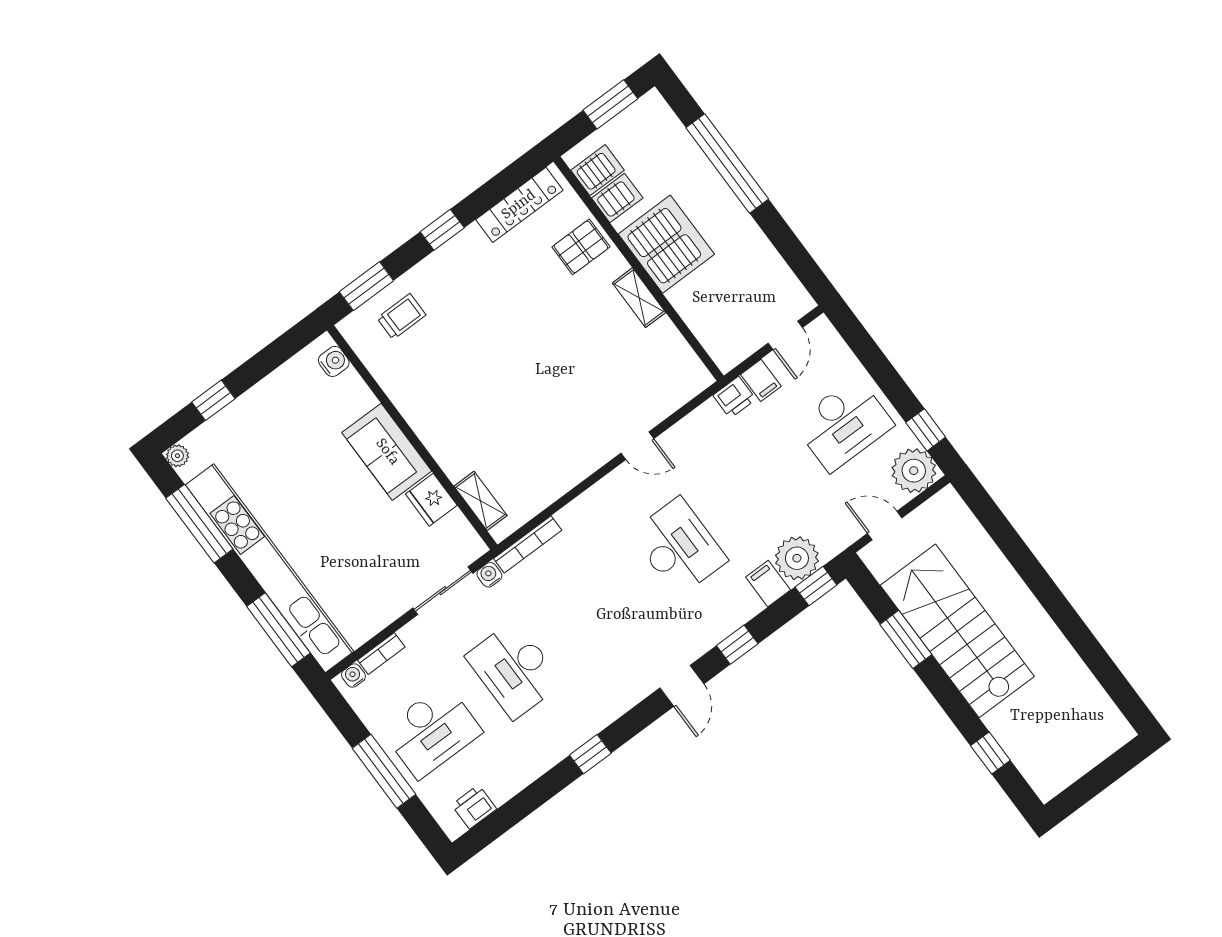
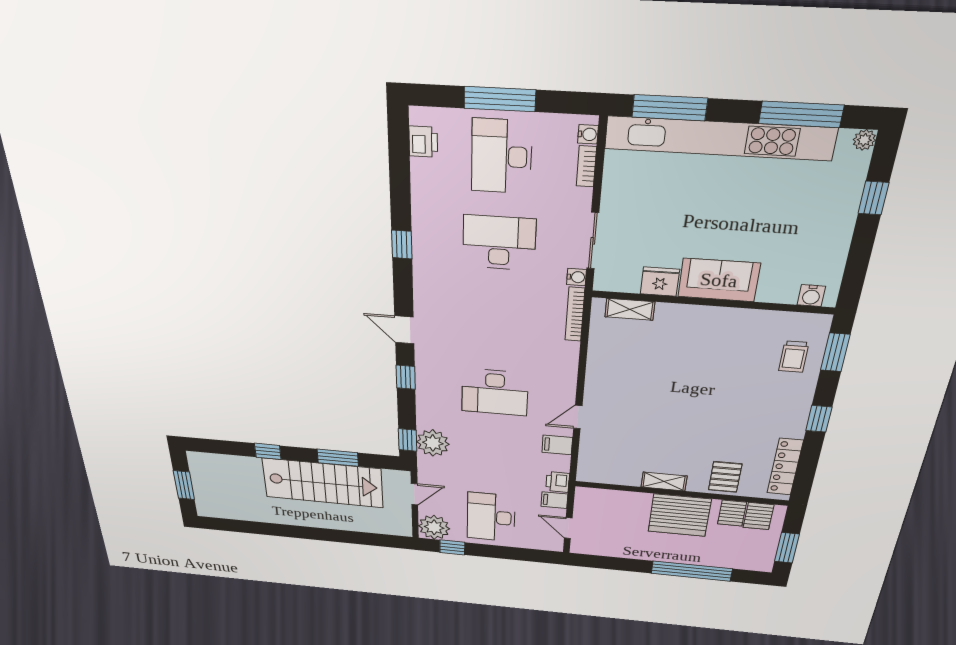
filing cabinet: (768, 584) -> (557, 445), moved, turned 180
window: (990, 753) -> (268, 451), moved
window: (1101, 777) -> (184, 485), added

